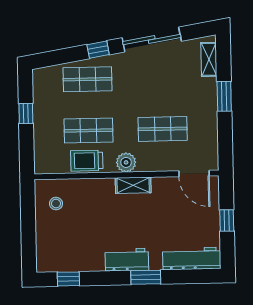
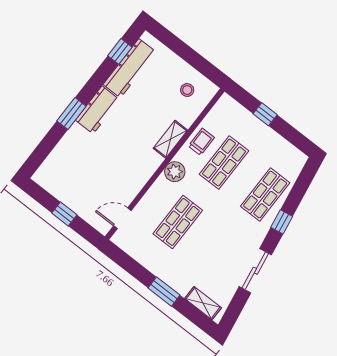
sliding door: (152, 40) -> (255, 271), width x0.73
window: (26, 113) -> (265, 114), moved
trolley: (87, 161) -> (201, 142), width x0.73, depth x0.72
door: (194, 173) -> (122, 218), width x0.73
shelving: (133, 185) -> (170, 139), moved
workbench: (192, 259) -> (130, 68), moved

